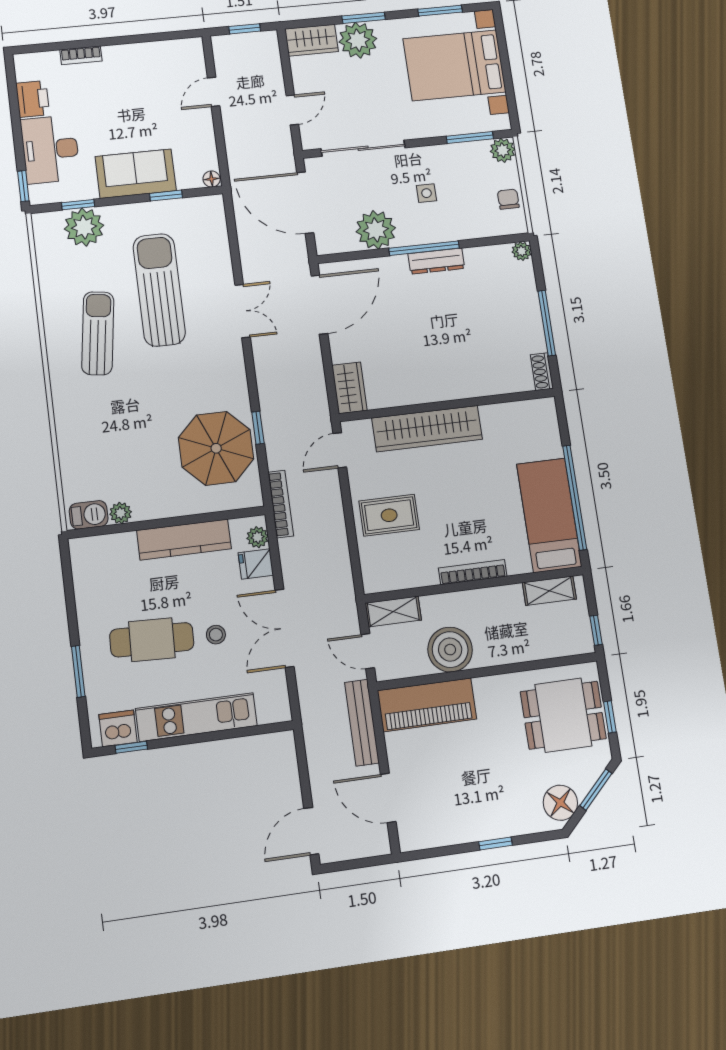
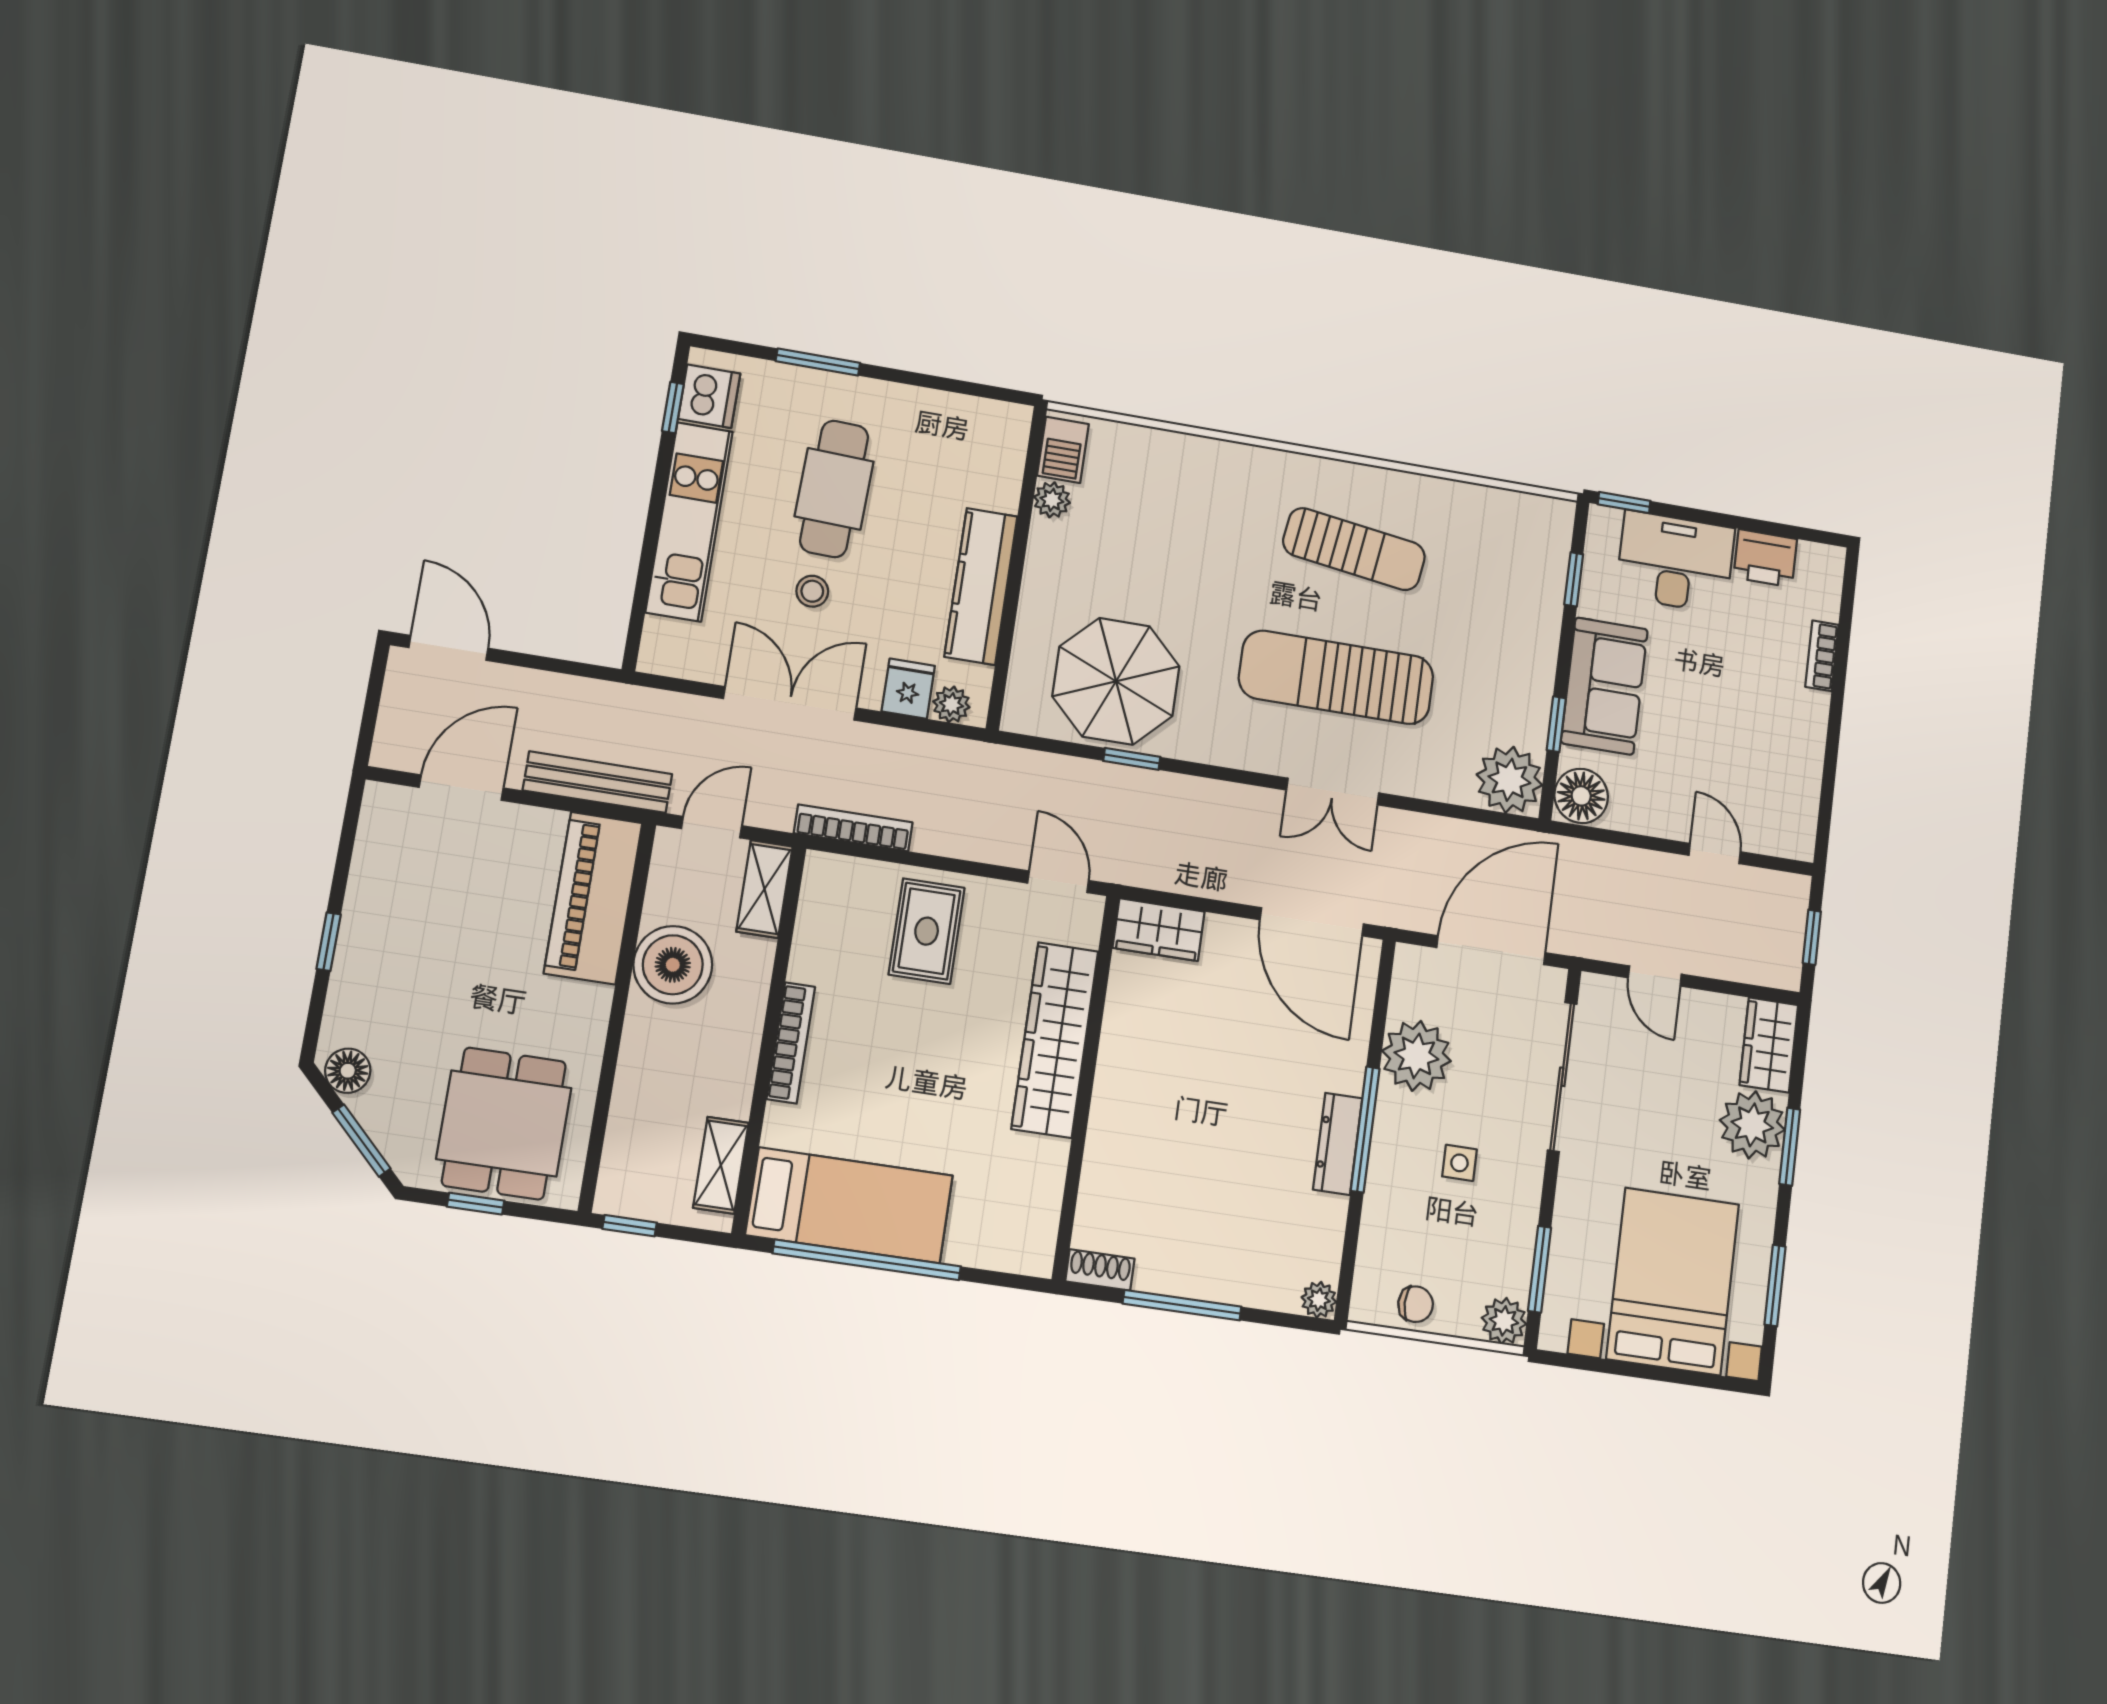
floor lamp: (212, 179) -> (1581, 796), width x1.89, depth x1.89
plant: (84, 227) -> (1509, 780), moved
sun lounger: (159, 290) -> (1336, 677), moved, turned 180
bookcase: (281, 504) -> (853, 828), moved, turned 180
floor lamp: (560, 803) -> (348, 1071), width x0.73, depth x0.73

